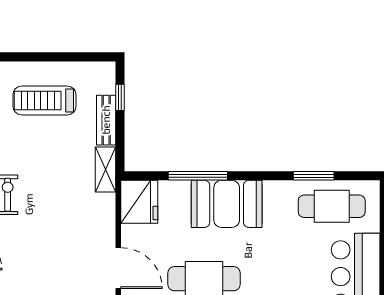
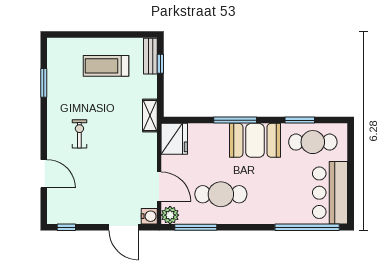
bench: (106, 120) -> (150, 56), moved
window: (198, 176) -> (235, 120), moved
booth: (227, 204) -> (255, 140), moved

